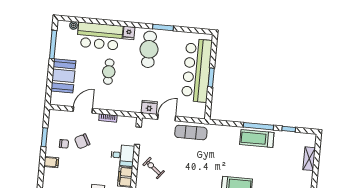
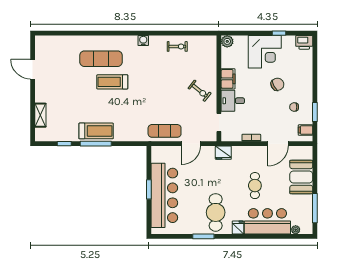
fridge: (149, 107) -> (223, 153), moved
chair: (82, 141) -> (277, 84), moved
filing cabinet: (51, 162) -> (306, 130), moved

